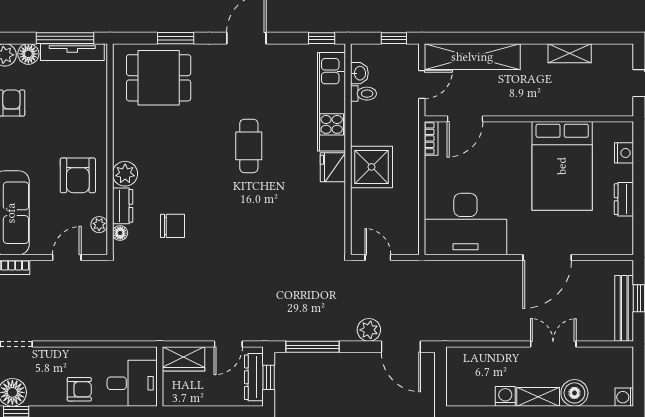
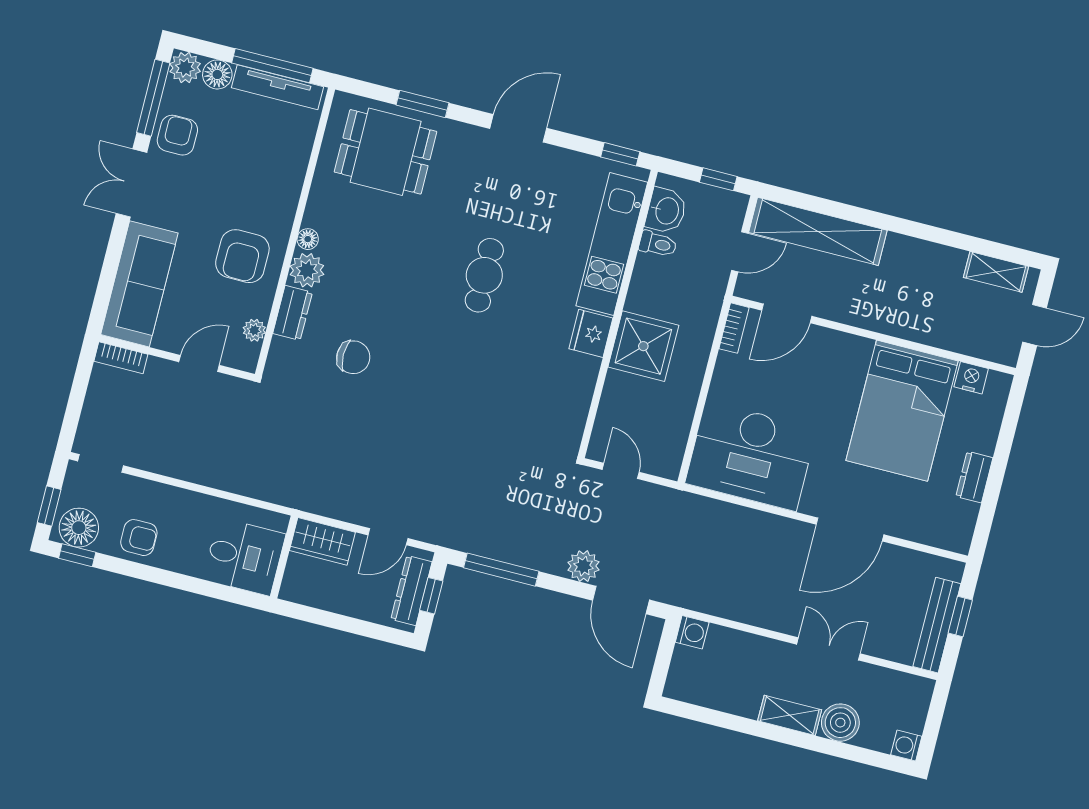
shelving: (570, 53) -> (996, 272), moved
washbasin: (359, 73) -> (666, 211), width x1.38, depth x1.45
nightstand: (624, 153) -> (971, 378), moved, turned -90
floor lamp: (120, 233) -> (308, 239), moved
armchair: (79, 389) -> (139, 538), moved
washing machine: (505, 396) -> (692, 632), moved, turned 90

